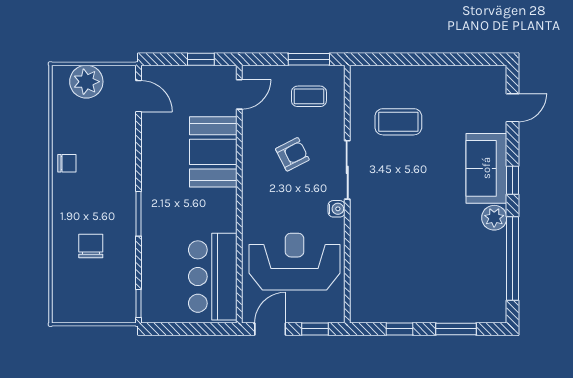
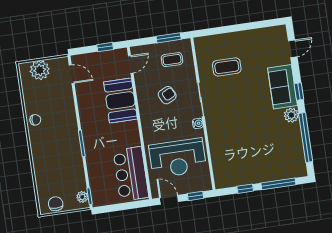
chair: (91, 246) -> (56, 204), moved
reception desk: (295, 262) -> (178, 158), turned 180
plant: (126, 303) -> (82, 197), added
door: (270, 329) -> (169, 200), hinge flipped
window: (456, 329) -> (278, 184), width x1.44

